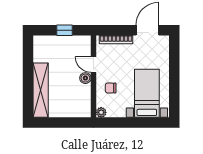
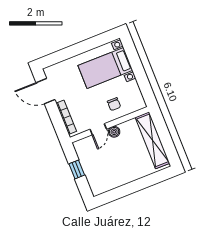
shelving: (41, 90) -> (152, 140), moved, turned 90
plant: (101, 112) -> (141, 104), removed

